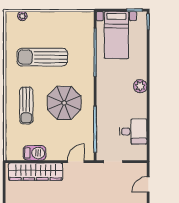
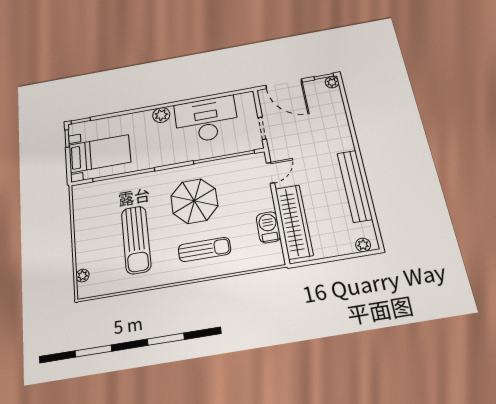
desk: (133, 131) -> (206, 120), width x1.87, depth x1.30
door: (76, 162) -> (270, 173), swing flipped
door: (148, 185) -> (284, 84), width x1.87

